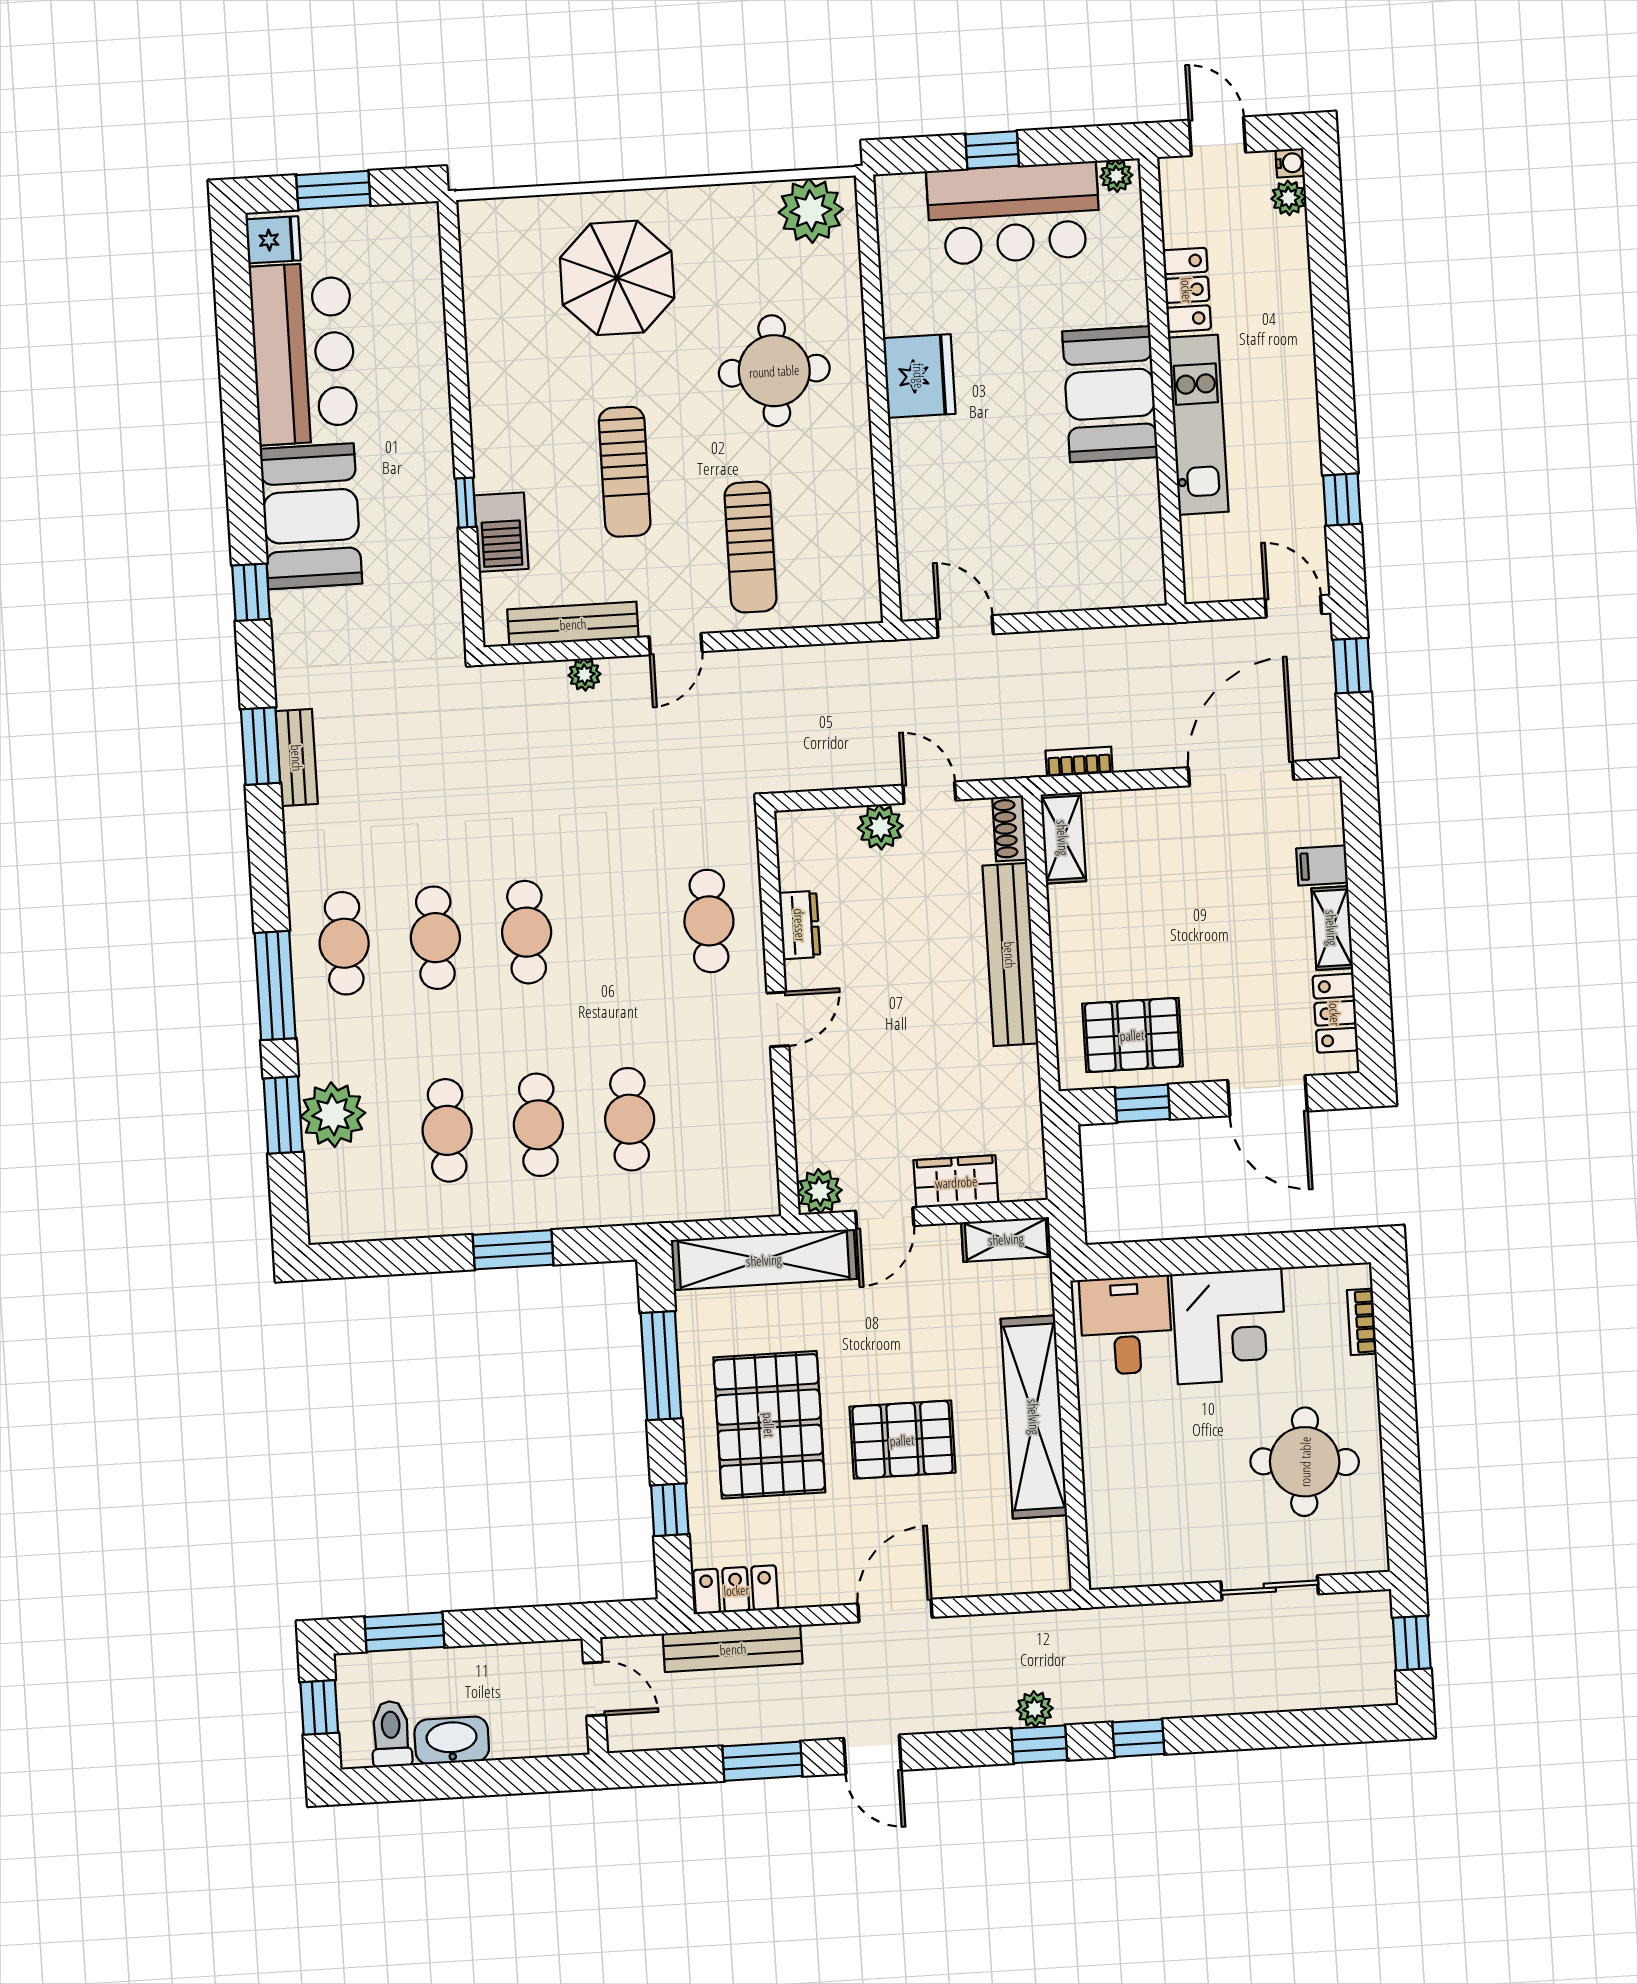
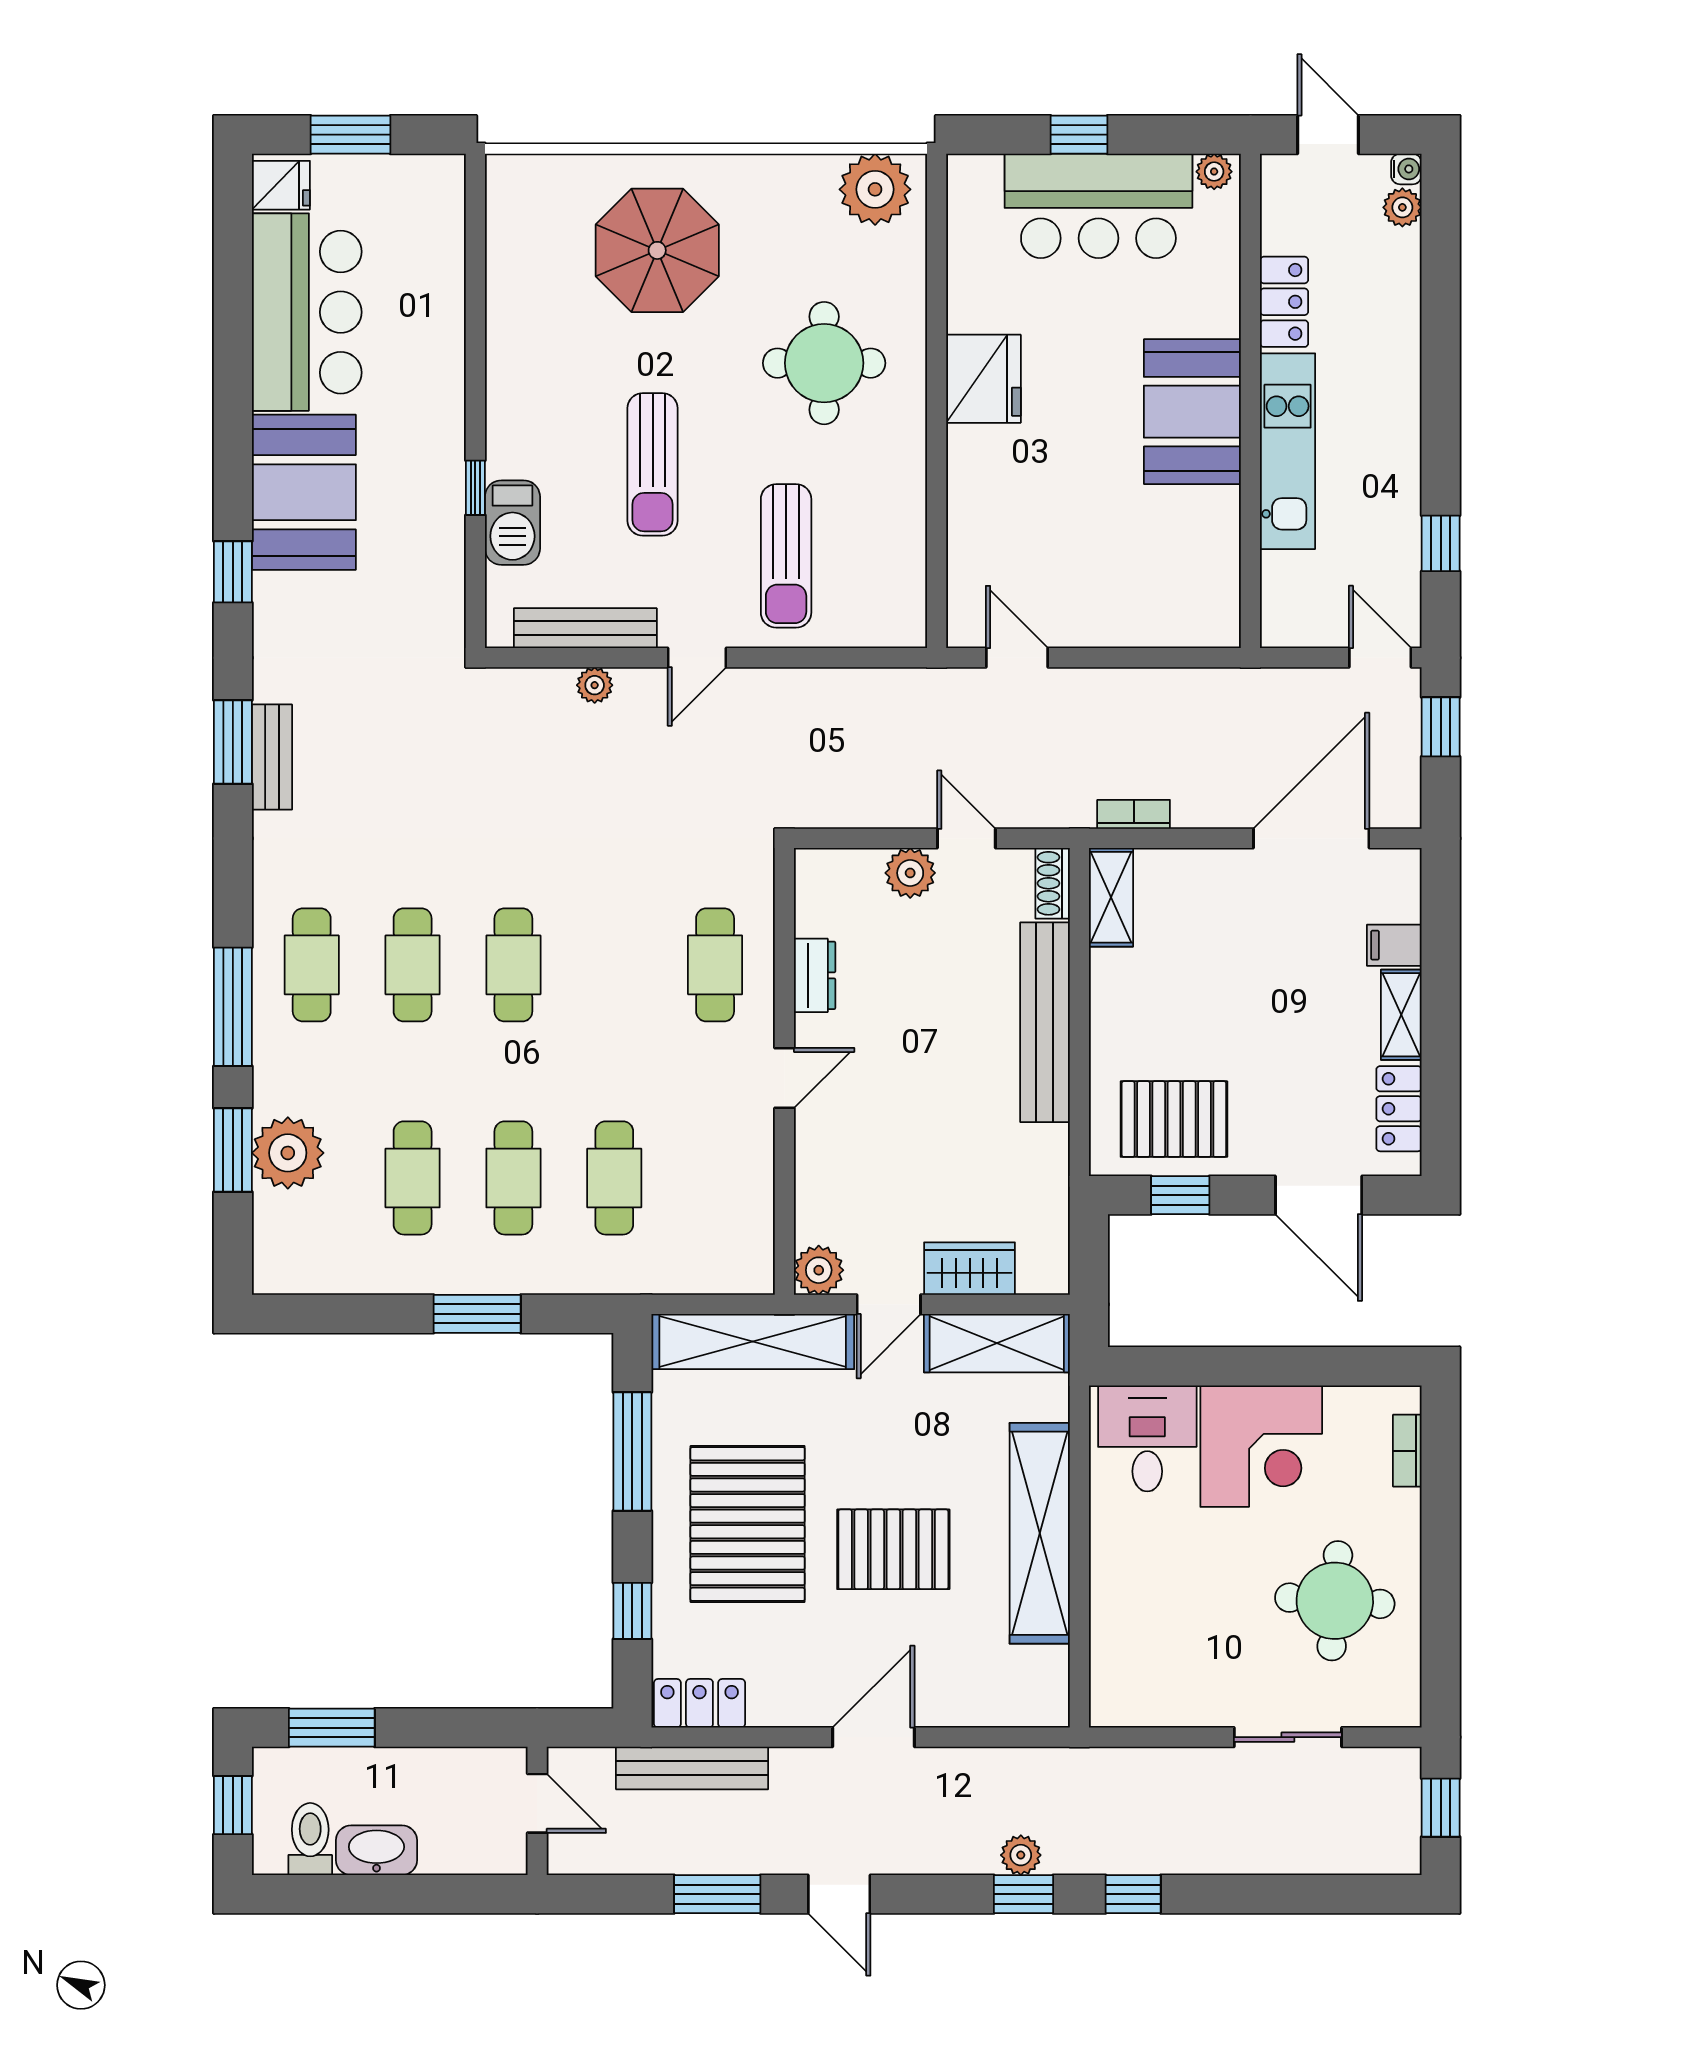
shelving: (1006, 1239) -> (997, 1343), width x1.50, depth x1.33

